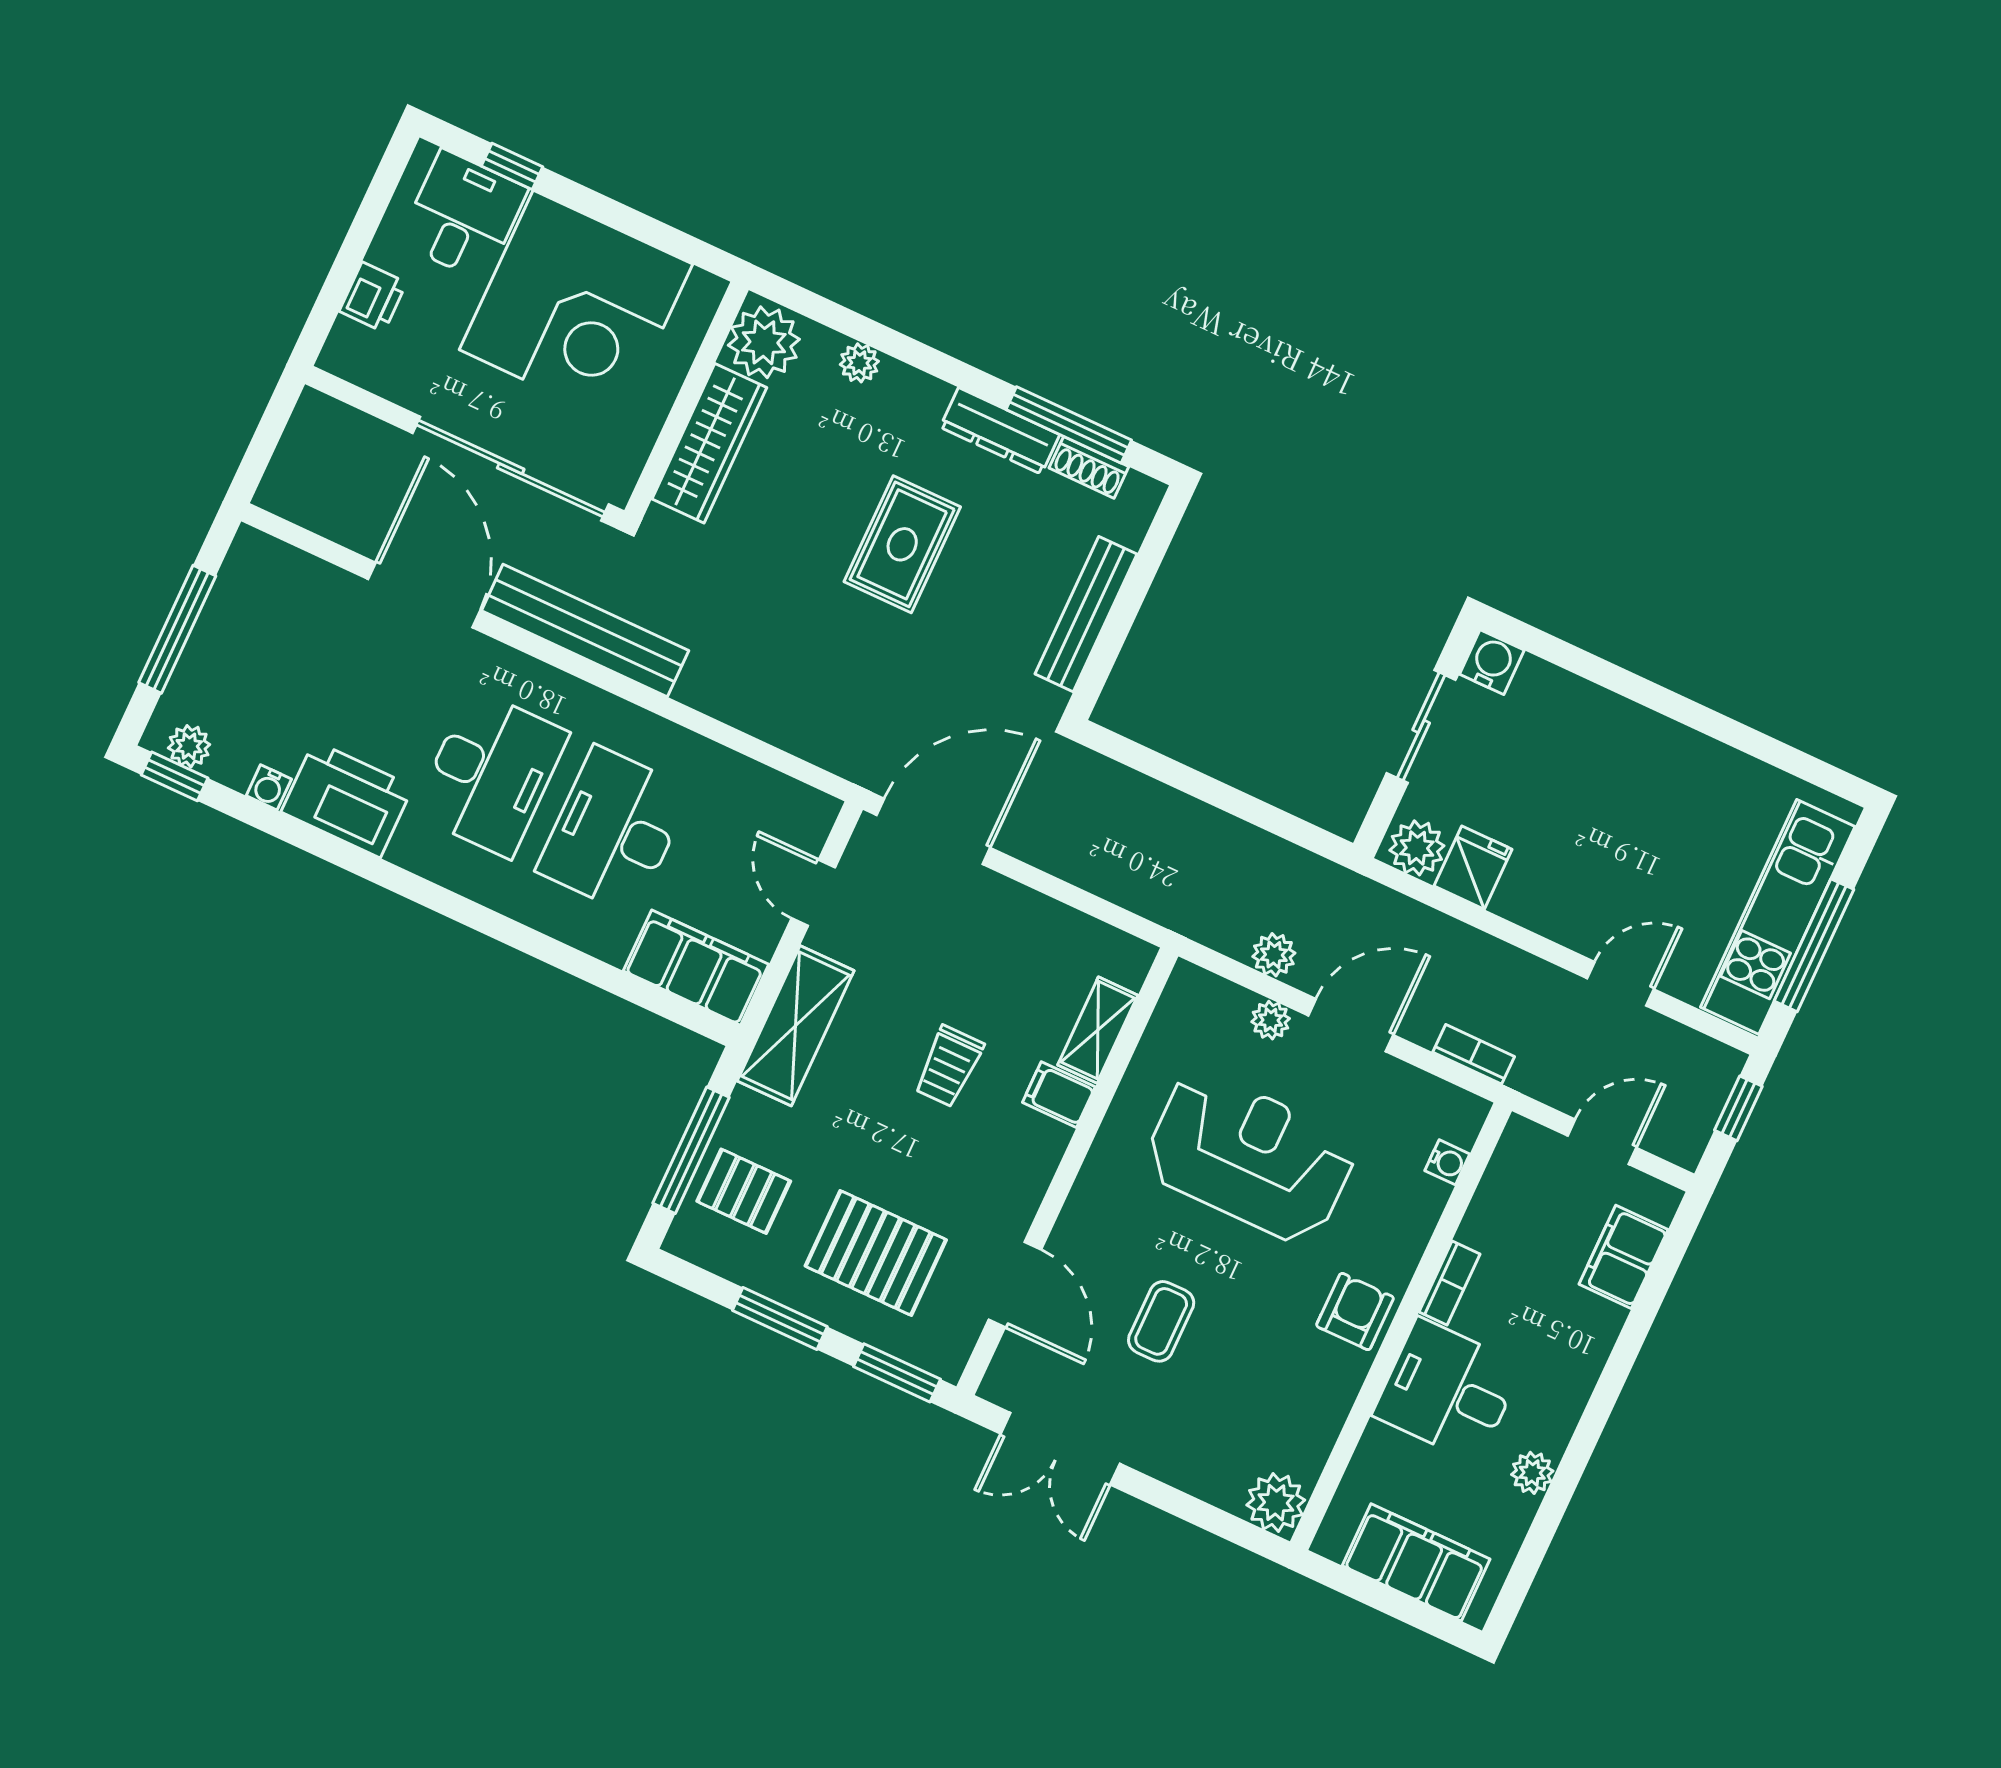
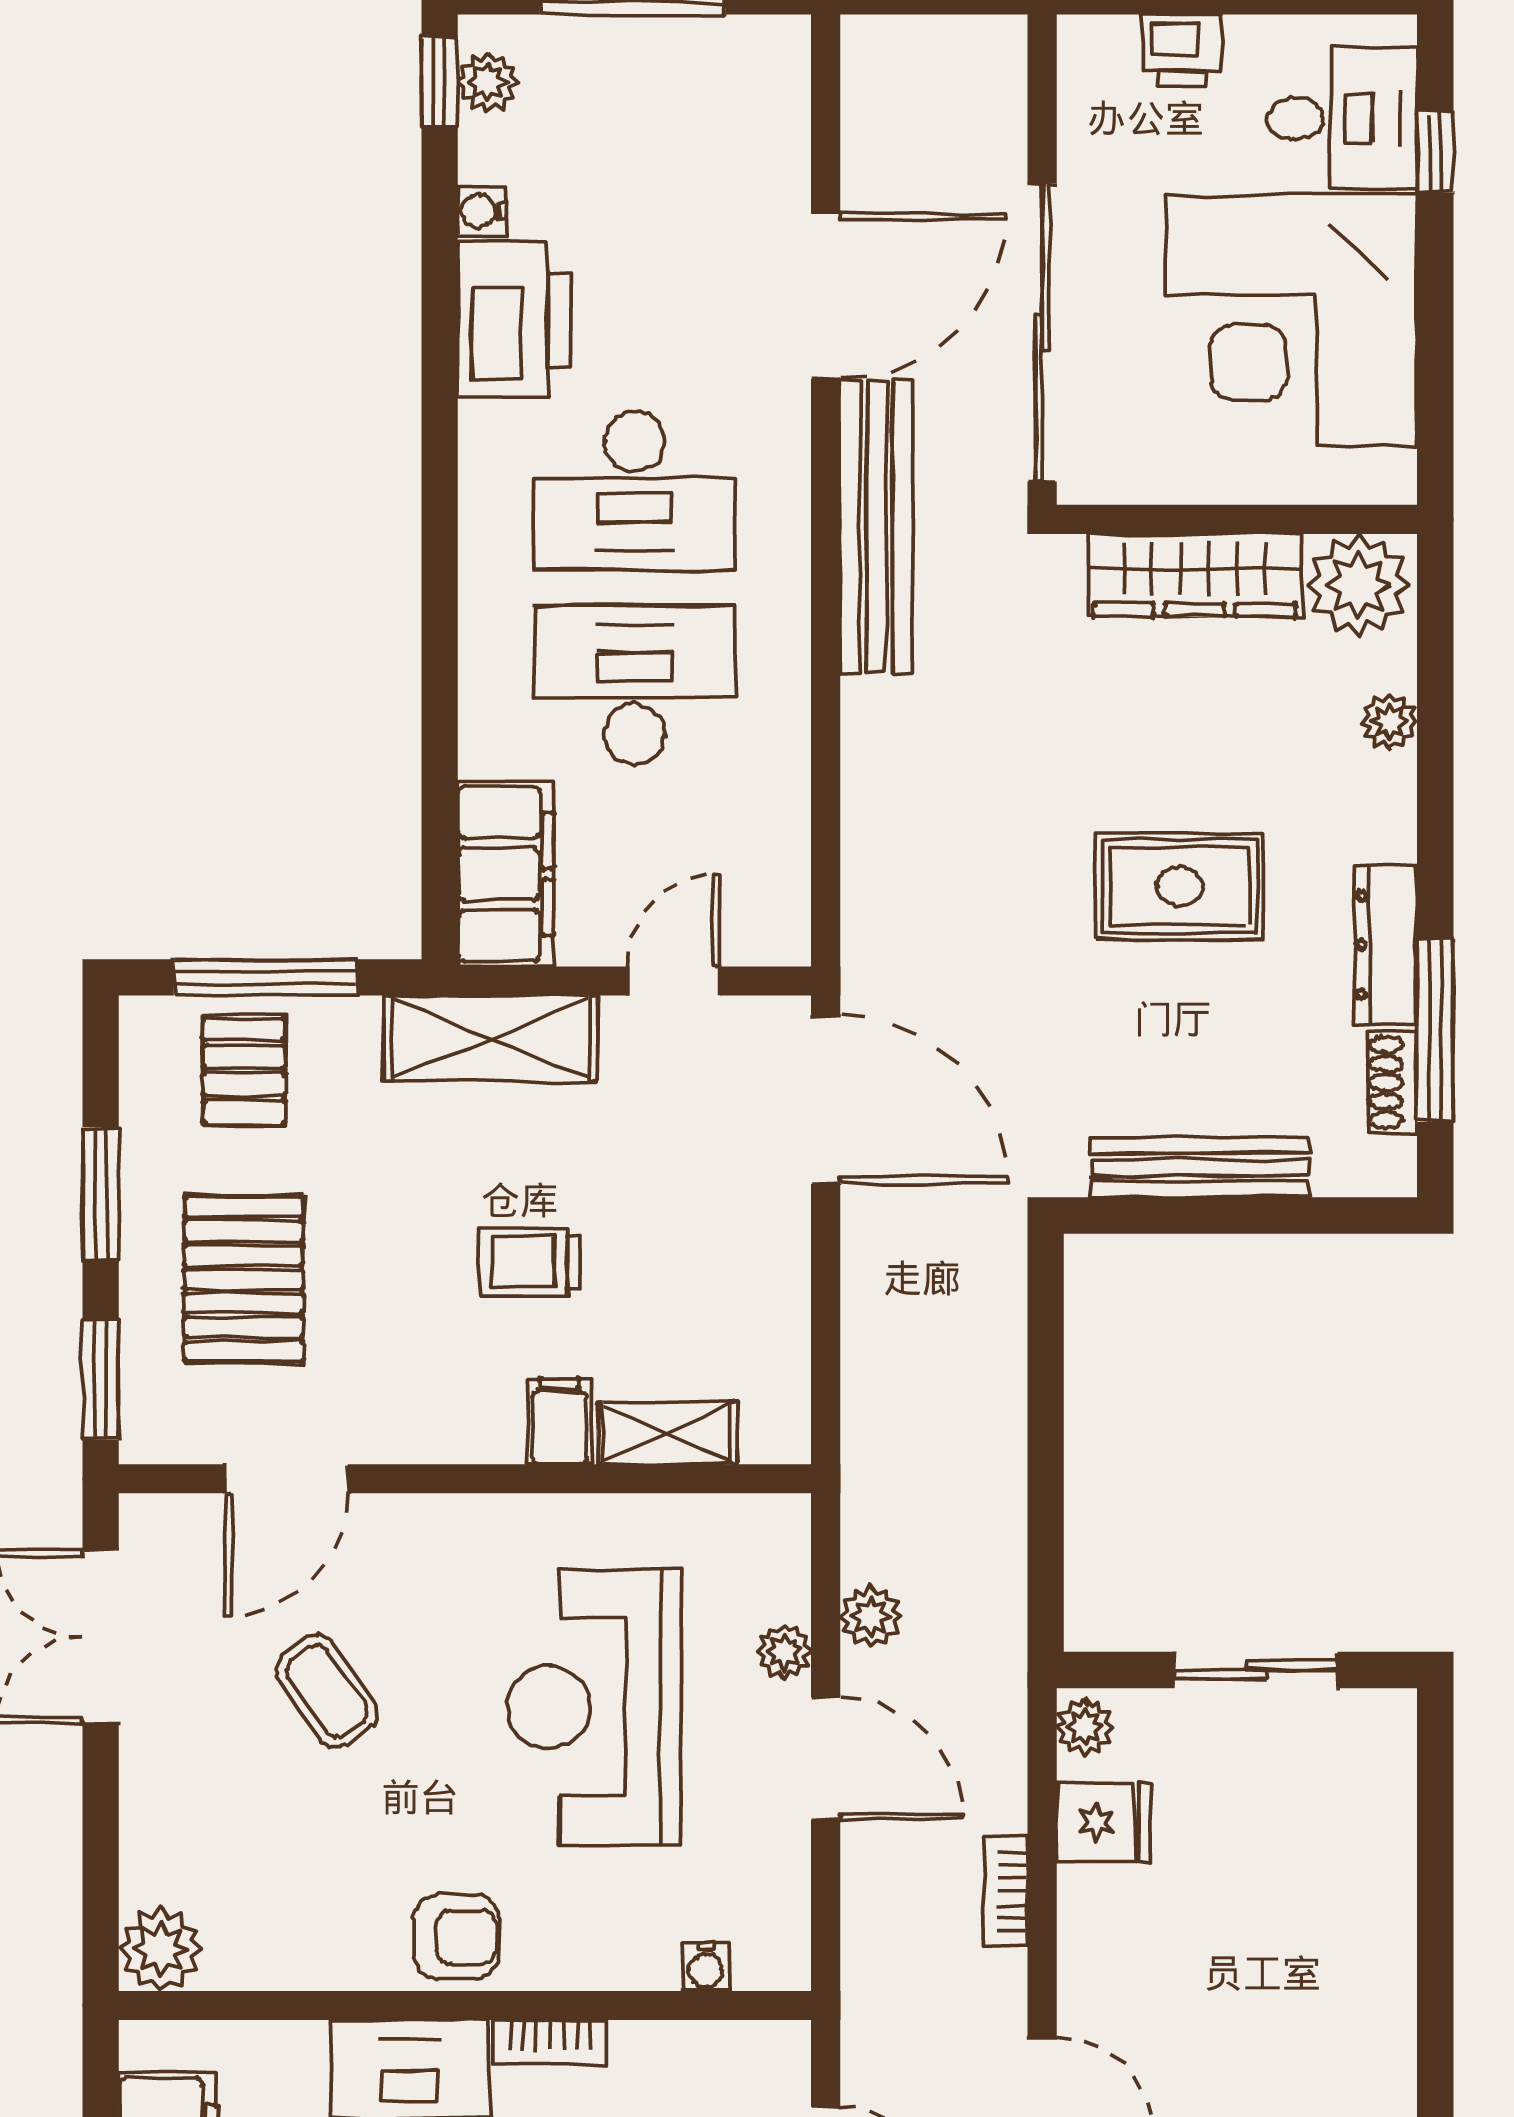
water cooler: (1492, 662) -> (1382, 1723), removed
plant: (1417, 848) -> (1085, 1727), width x0.73, depth x0.73
bookcase: (1474, 1054) -> (1006, 1891), moved, turned 180
reception desk: (1250, 1157) -> (594, 1707), turned 180
coffee table: (1161, 1321) -> (327, 1691), turned 55

